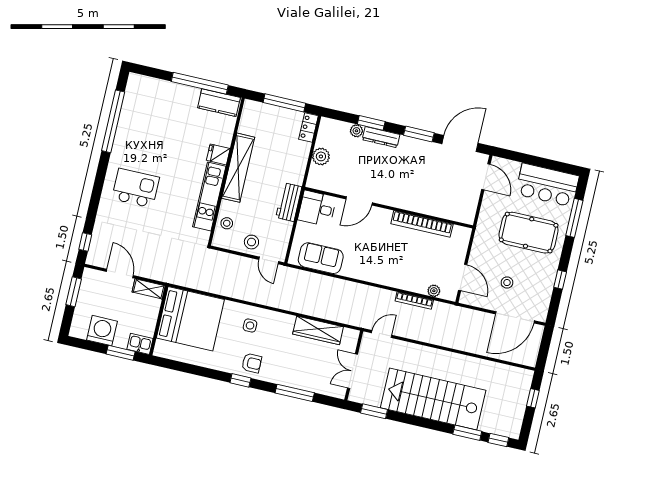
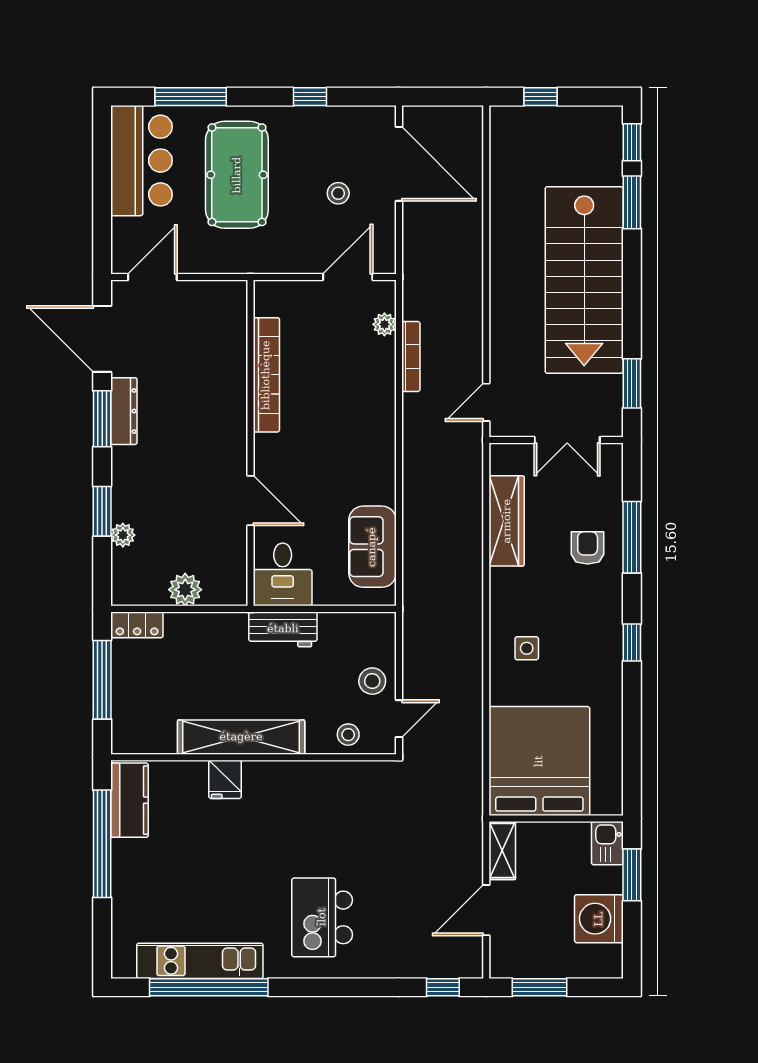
dresser: (381, 137) -> (124, 411), moved
kitchen unit: (209, 197) -> (200, 961), moved, turned 180
door: (269, 260) -> (399, 719), moved
door: (382, 334) -> (486, 402), hinge flipped
armchair: (252, 363) -> (588, 548), moved

